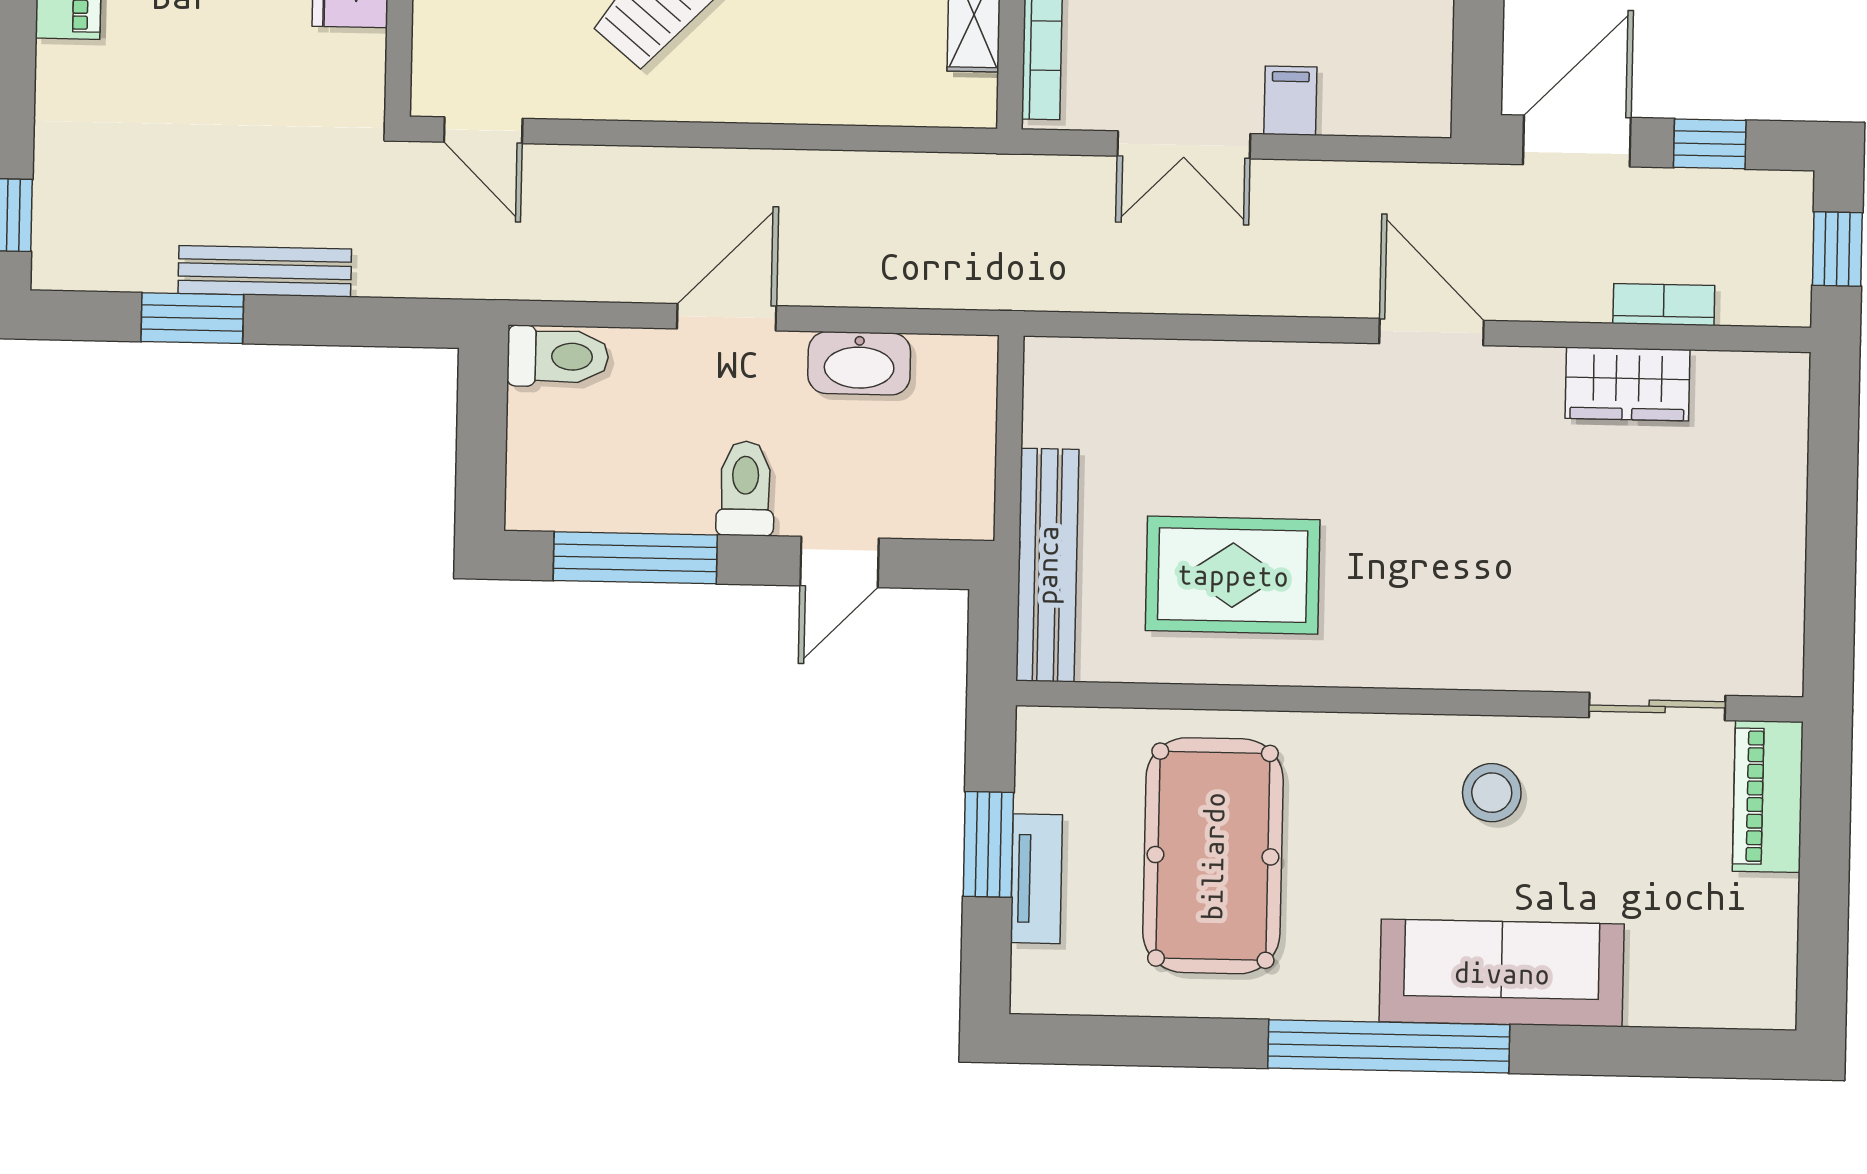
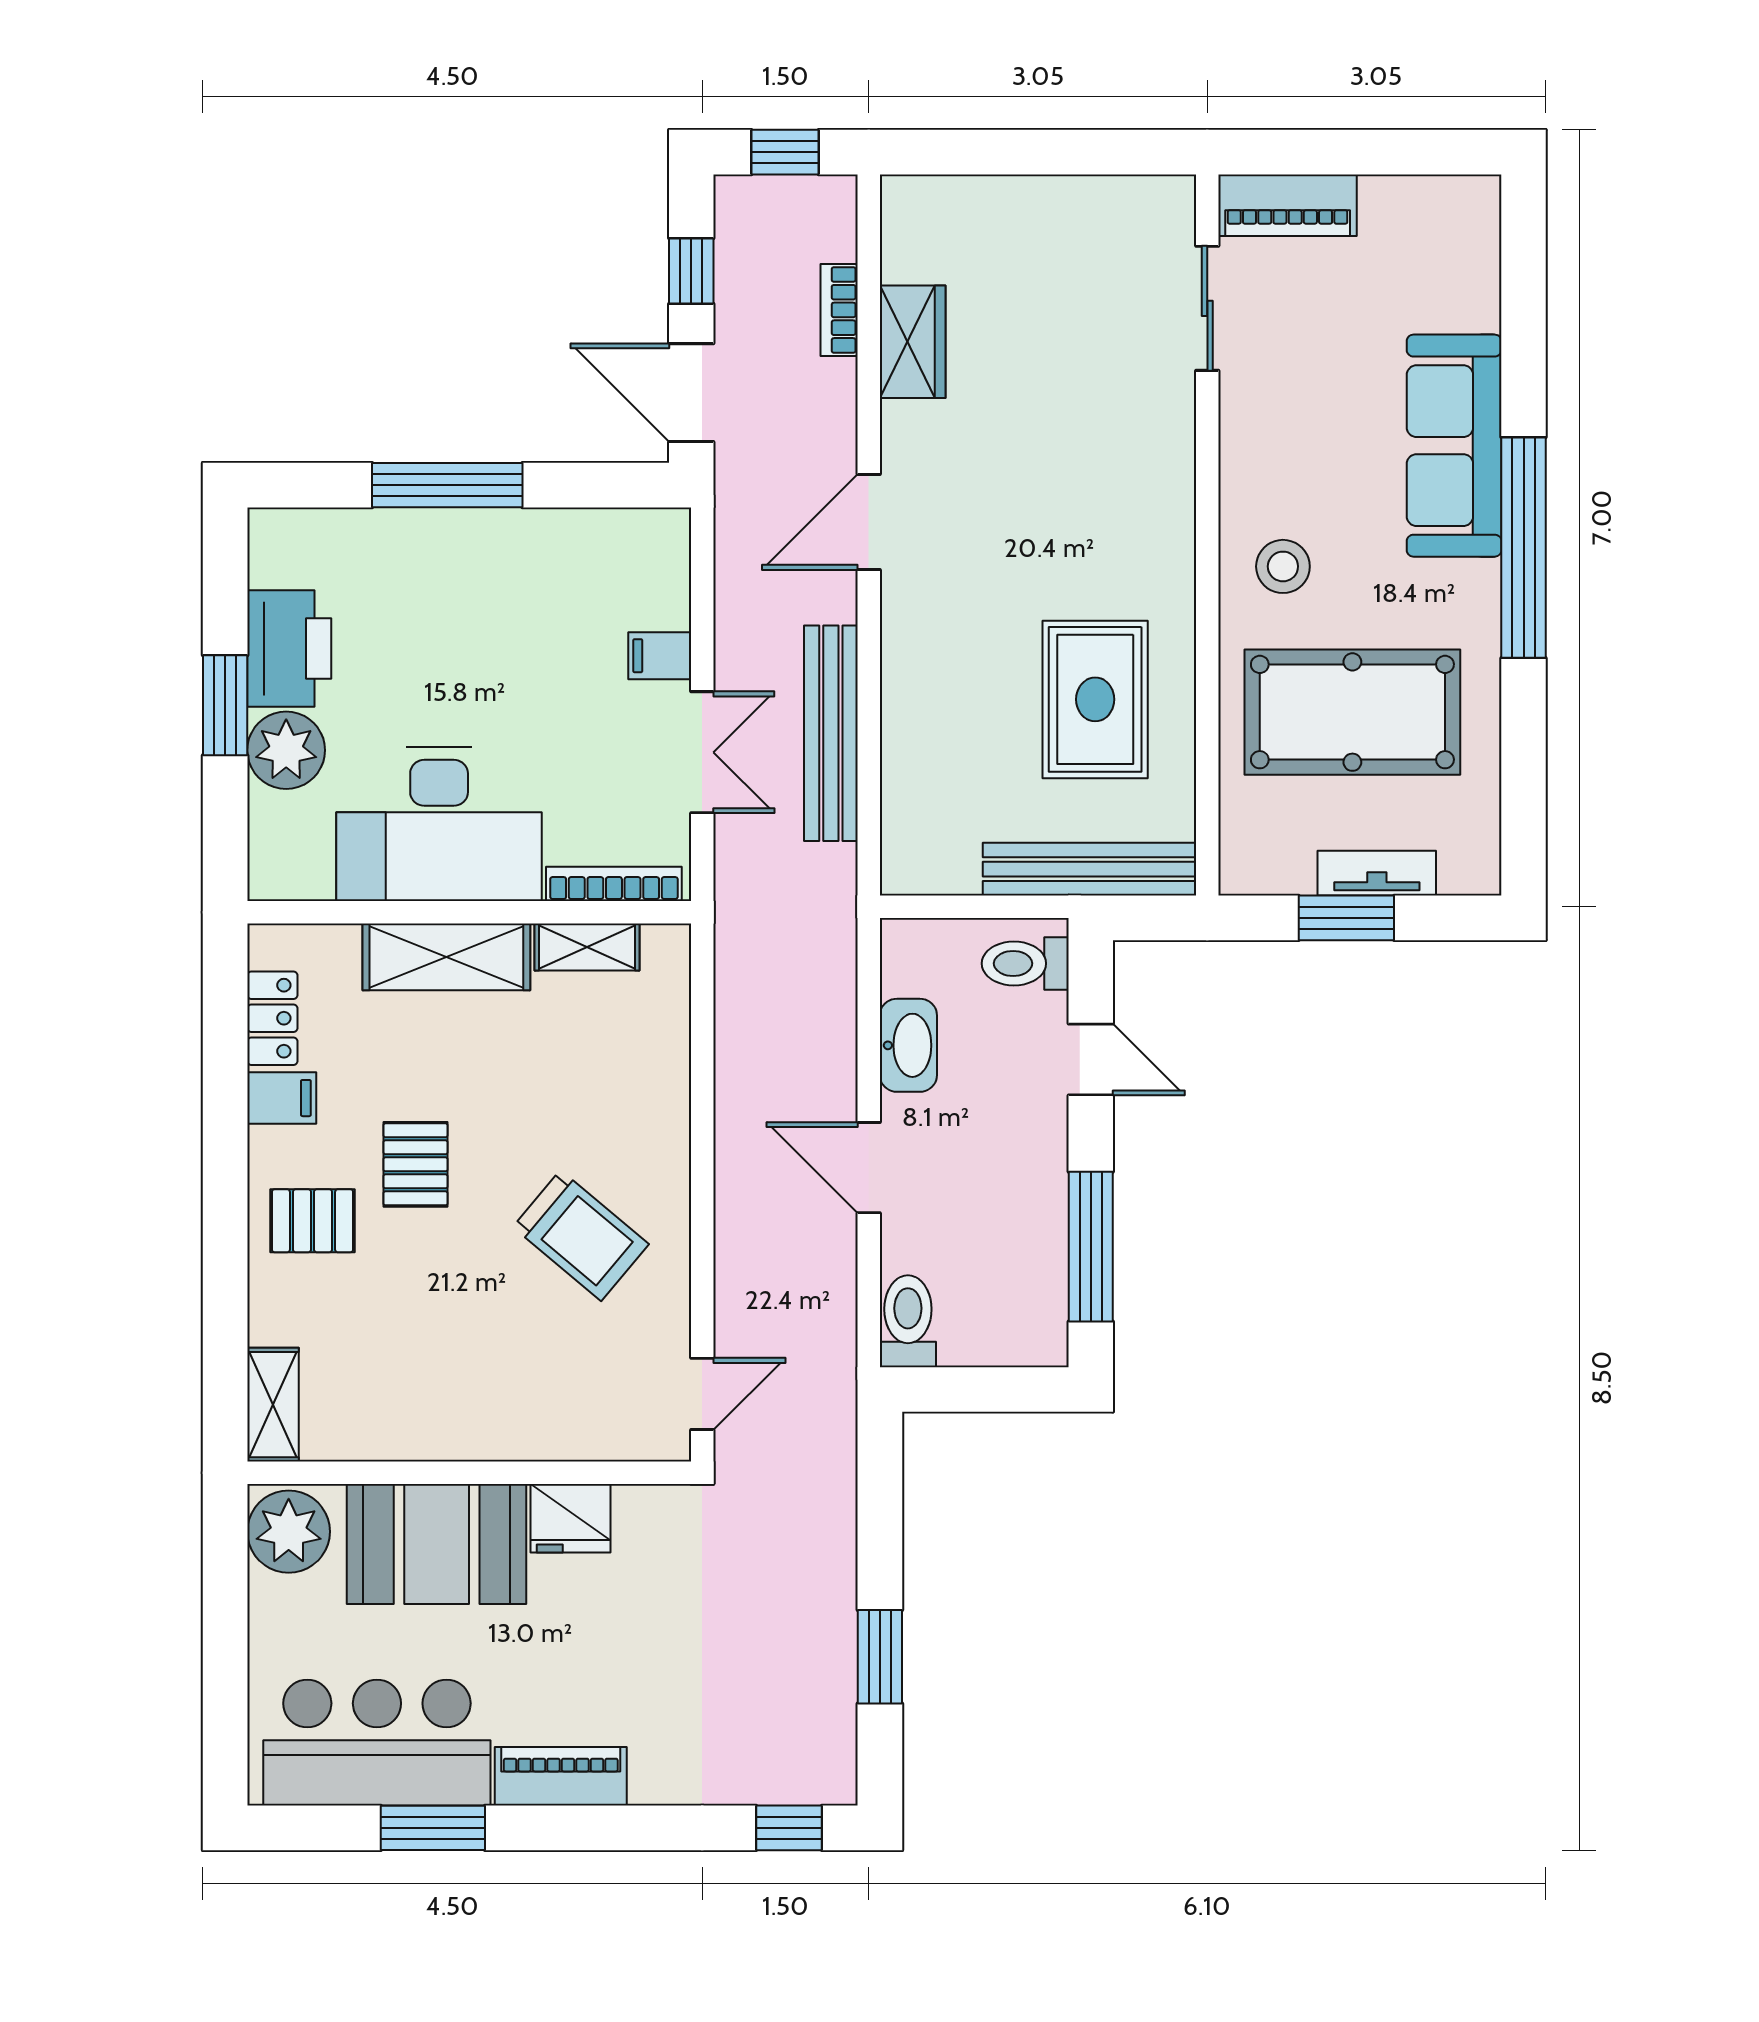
bench: (265, 271) -> (831, 733), moved, width x1.37, depth x1.21
toilet: (745, 488) -> (1025, 963), moved
stool: (1492, 793) -> (1283, 566), moved

